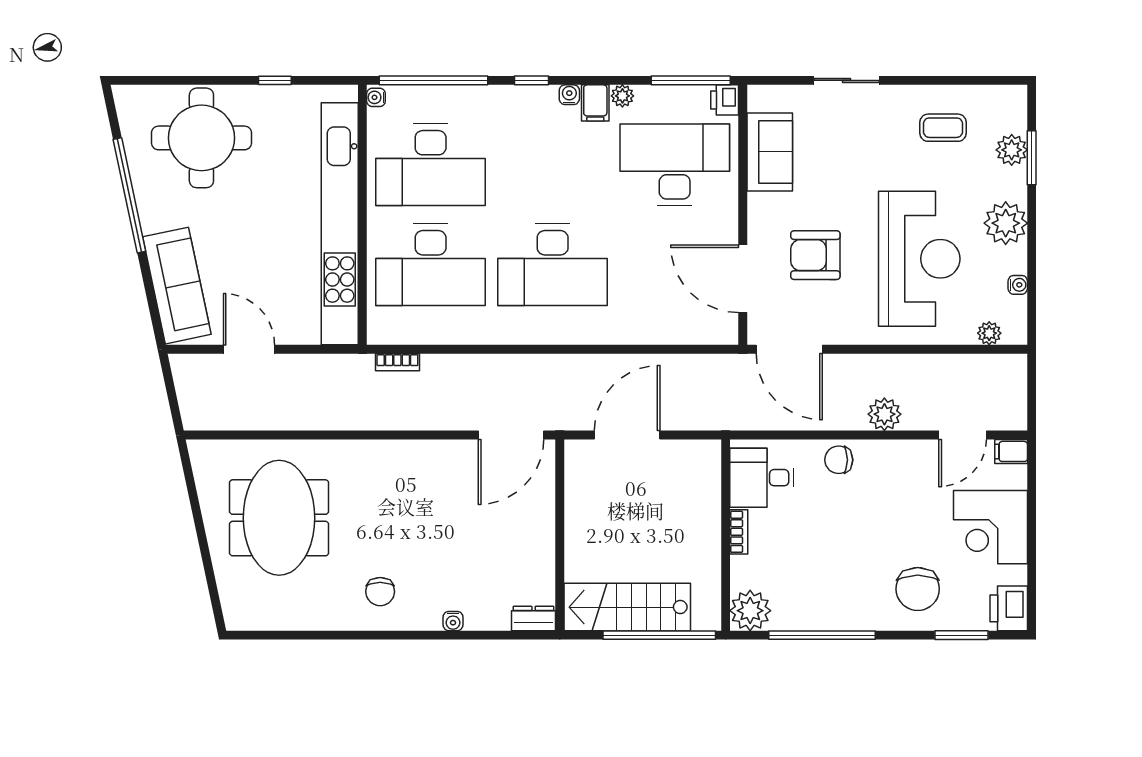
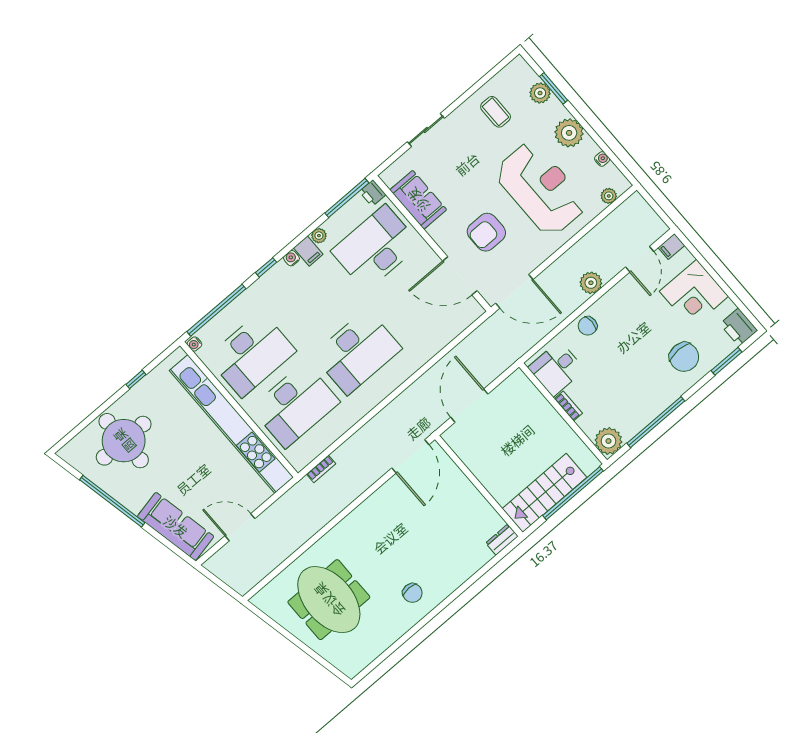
coffee table: (943, 128) -> (496, 112), turned 90
water cooler: (453, 621) -> (462, 576), removed

